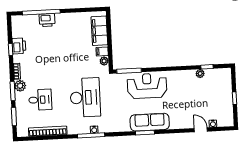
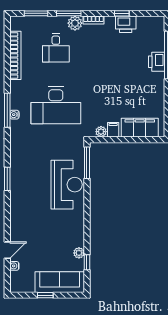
sofa: (150, 122) -> (60, 282), moved, turned -90

